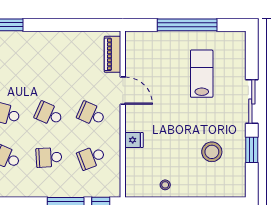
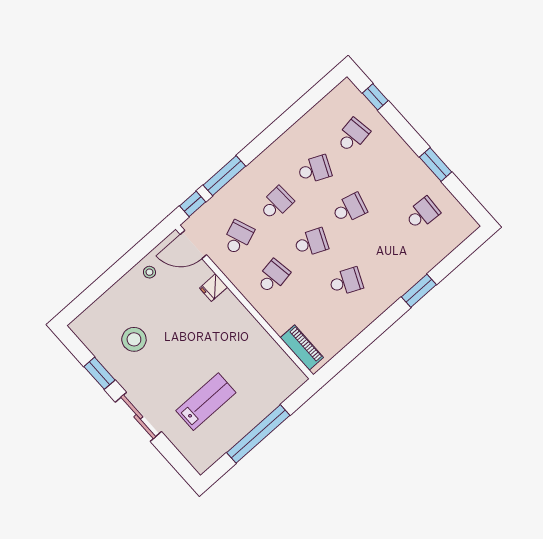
school desk: (49, 71) -> (346, 282), added
lab bench: (202, 74) -> (206, 402), turned -90
door: (123, 91) -> (193, 245), moved
school desk: (91, 114) -> (273, 277), turned -33

